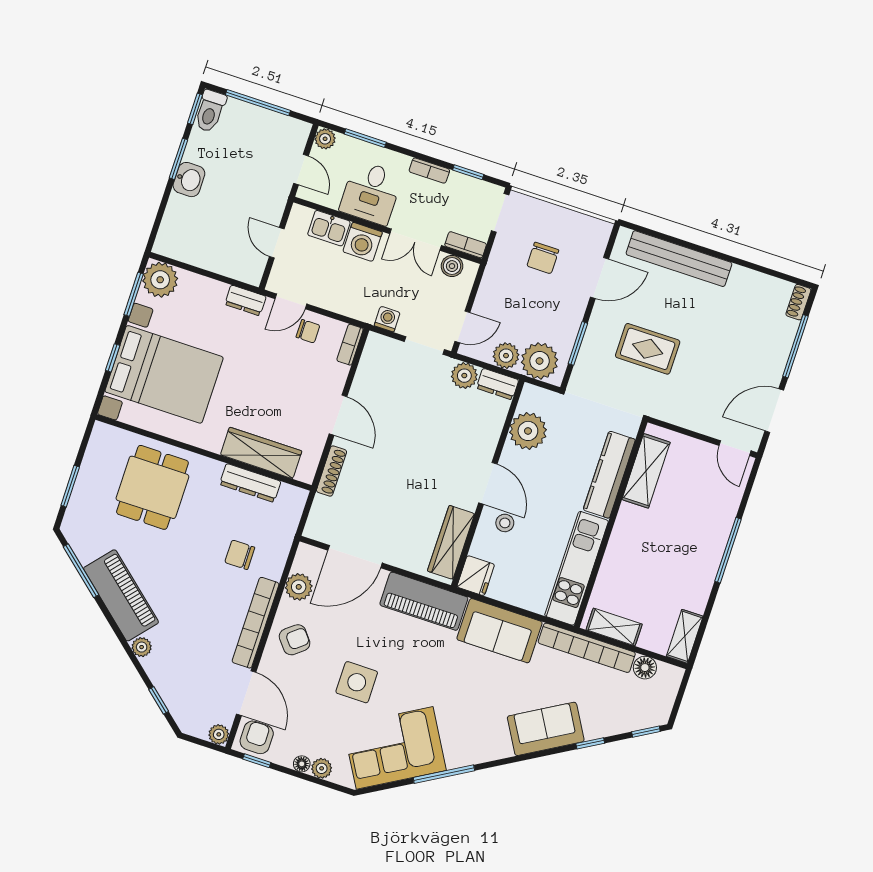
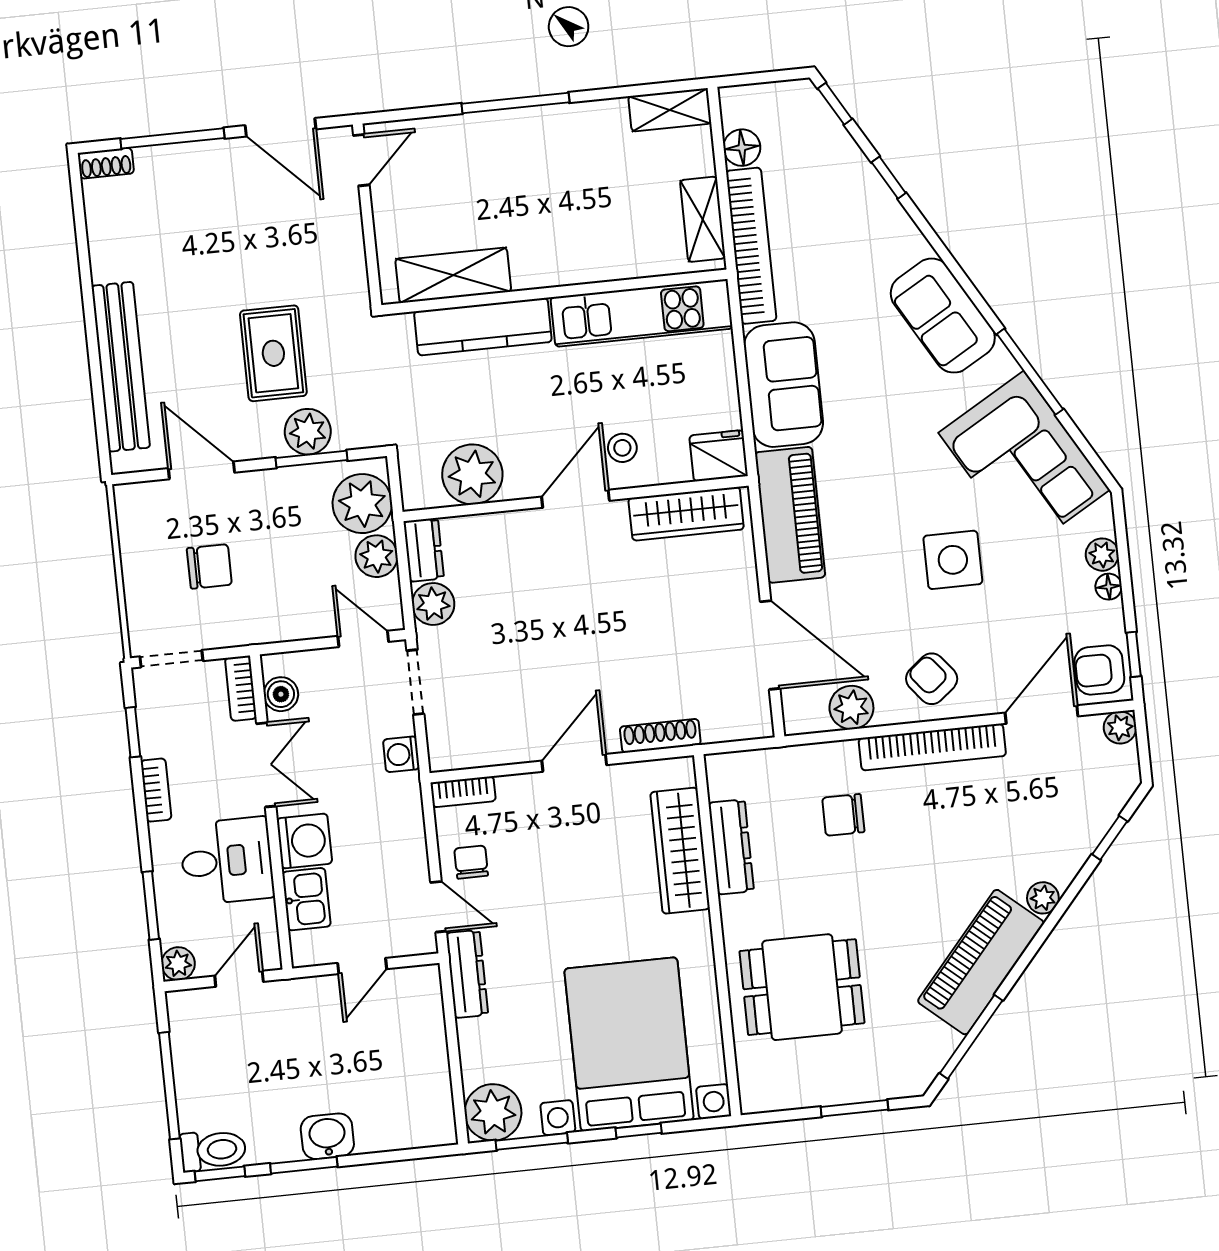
dresser: (245, 300) -> (467, 974), width x1.44
plant: (594, 348) -> (308, 432), added
chair: (240, 555) -> (843, 815), turned 90
sofa: (546, 729) -> (943, 316), moved

